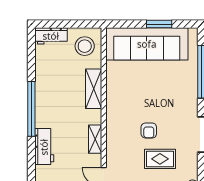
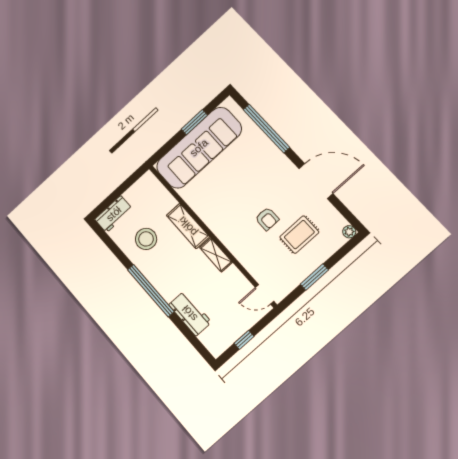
stool: (85, 46) -> (146, 239), moved
shelving: (95, 139) -> (216, 255), moved

